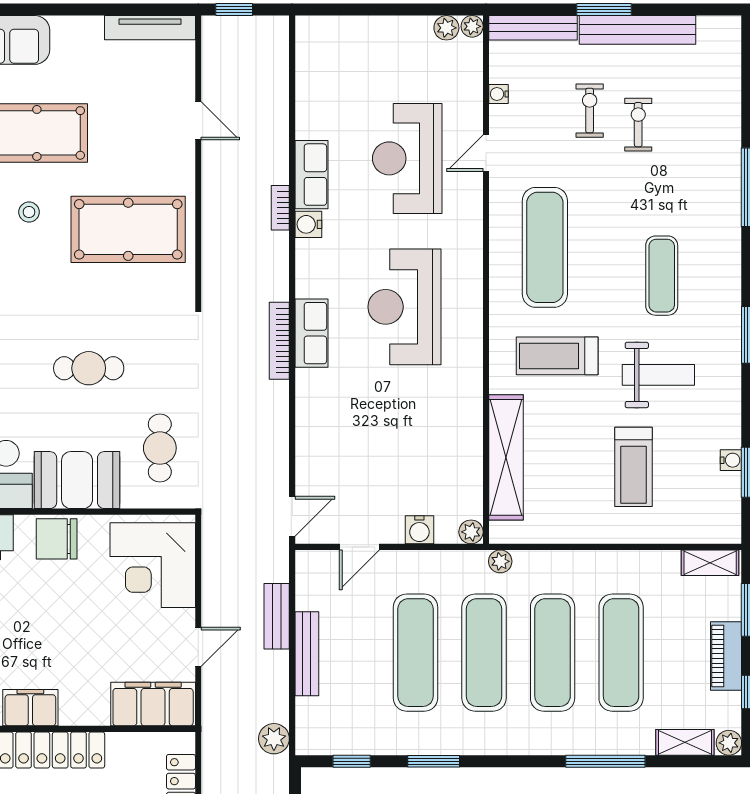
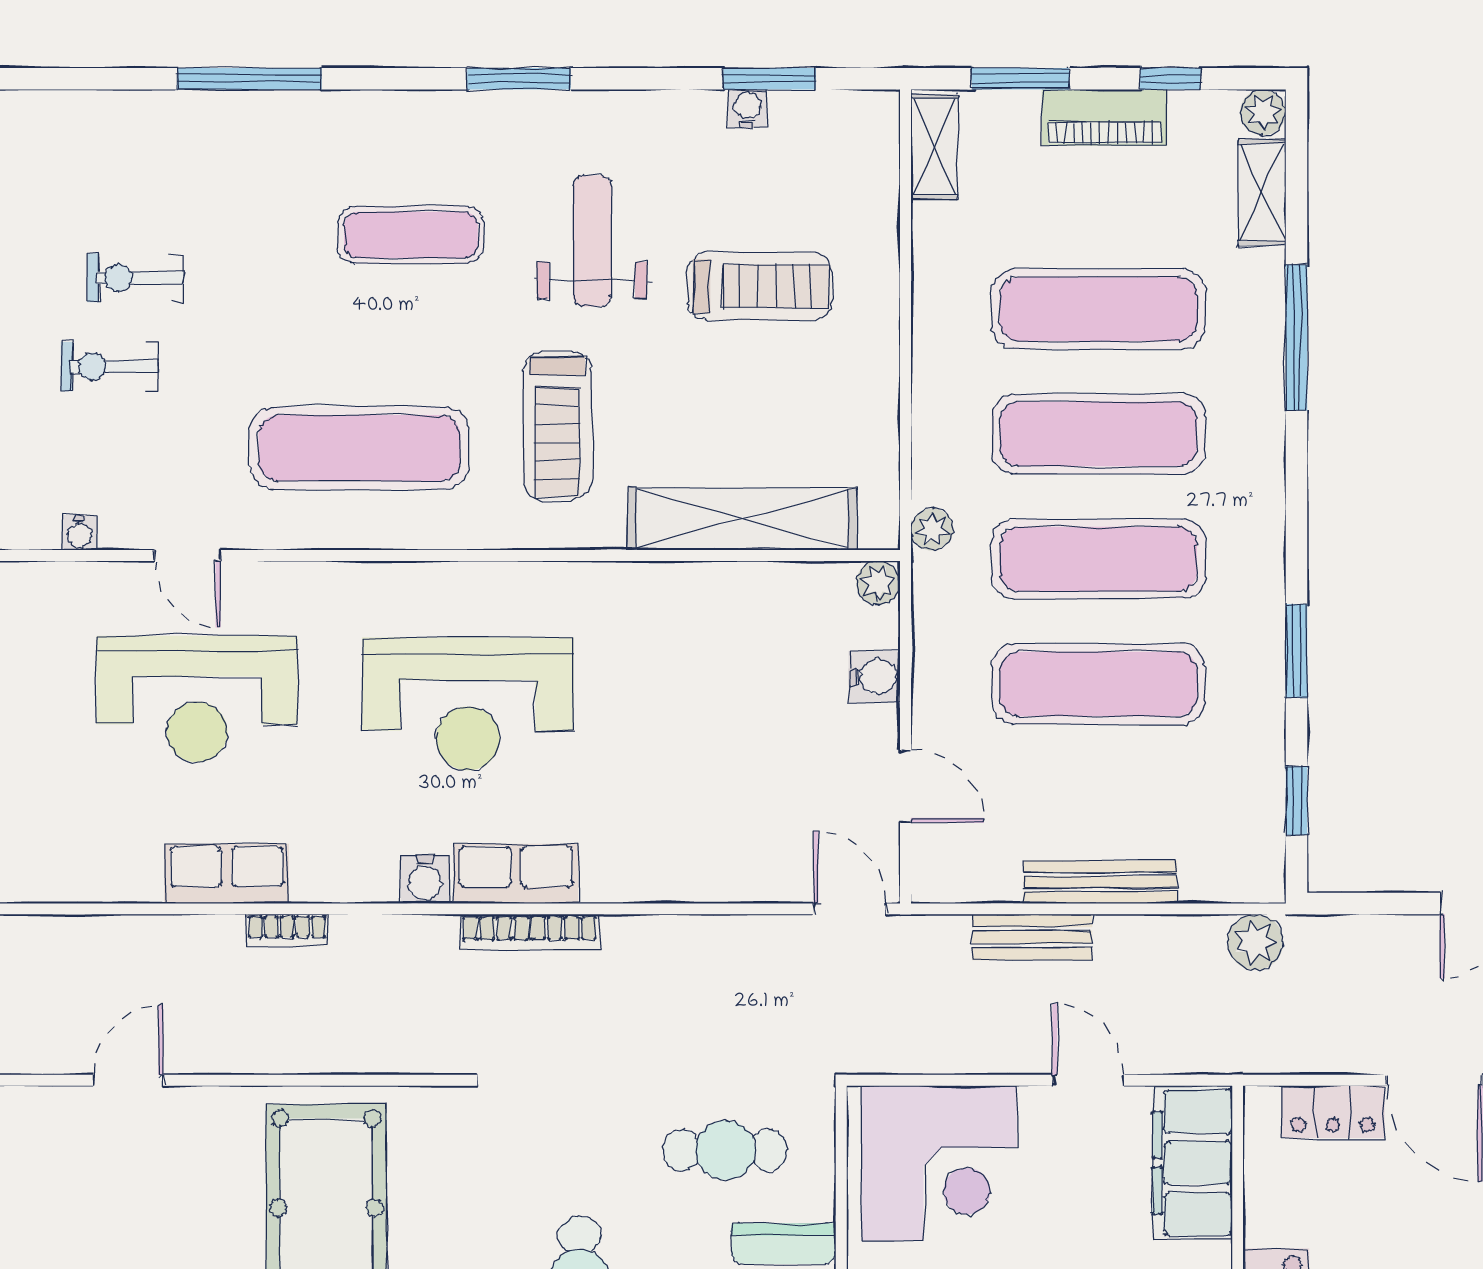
water cooler: (308, 224) -> (425, 879), moved

